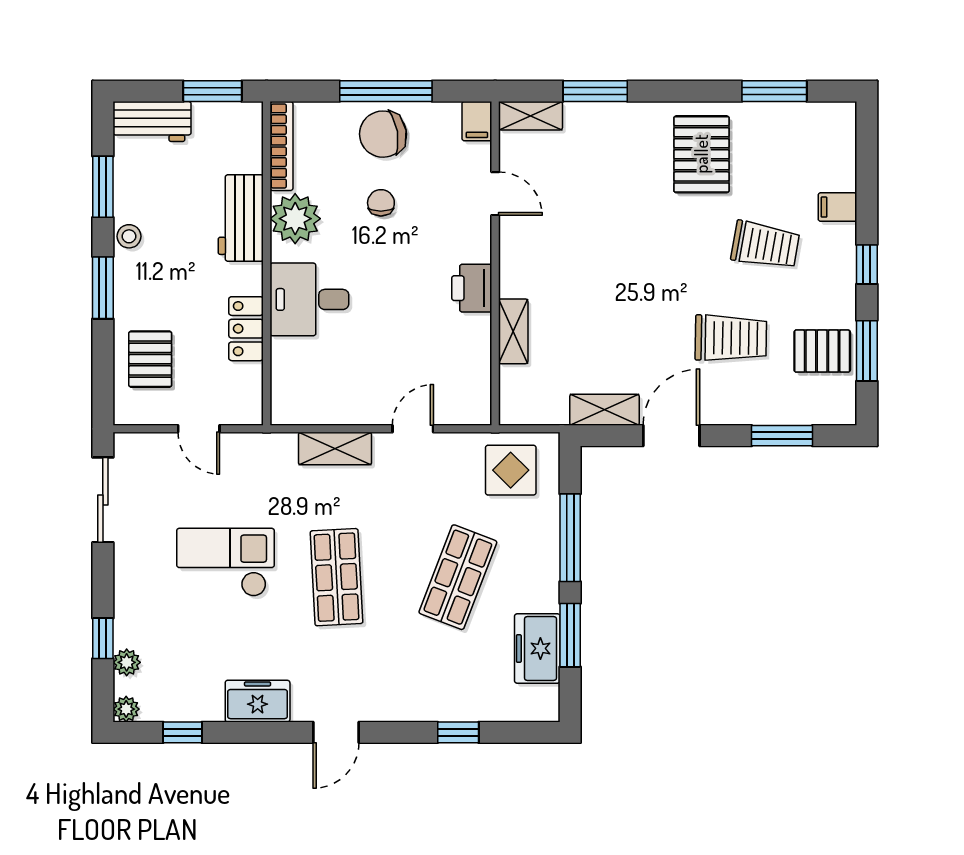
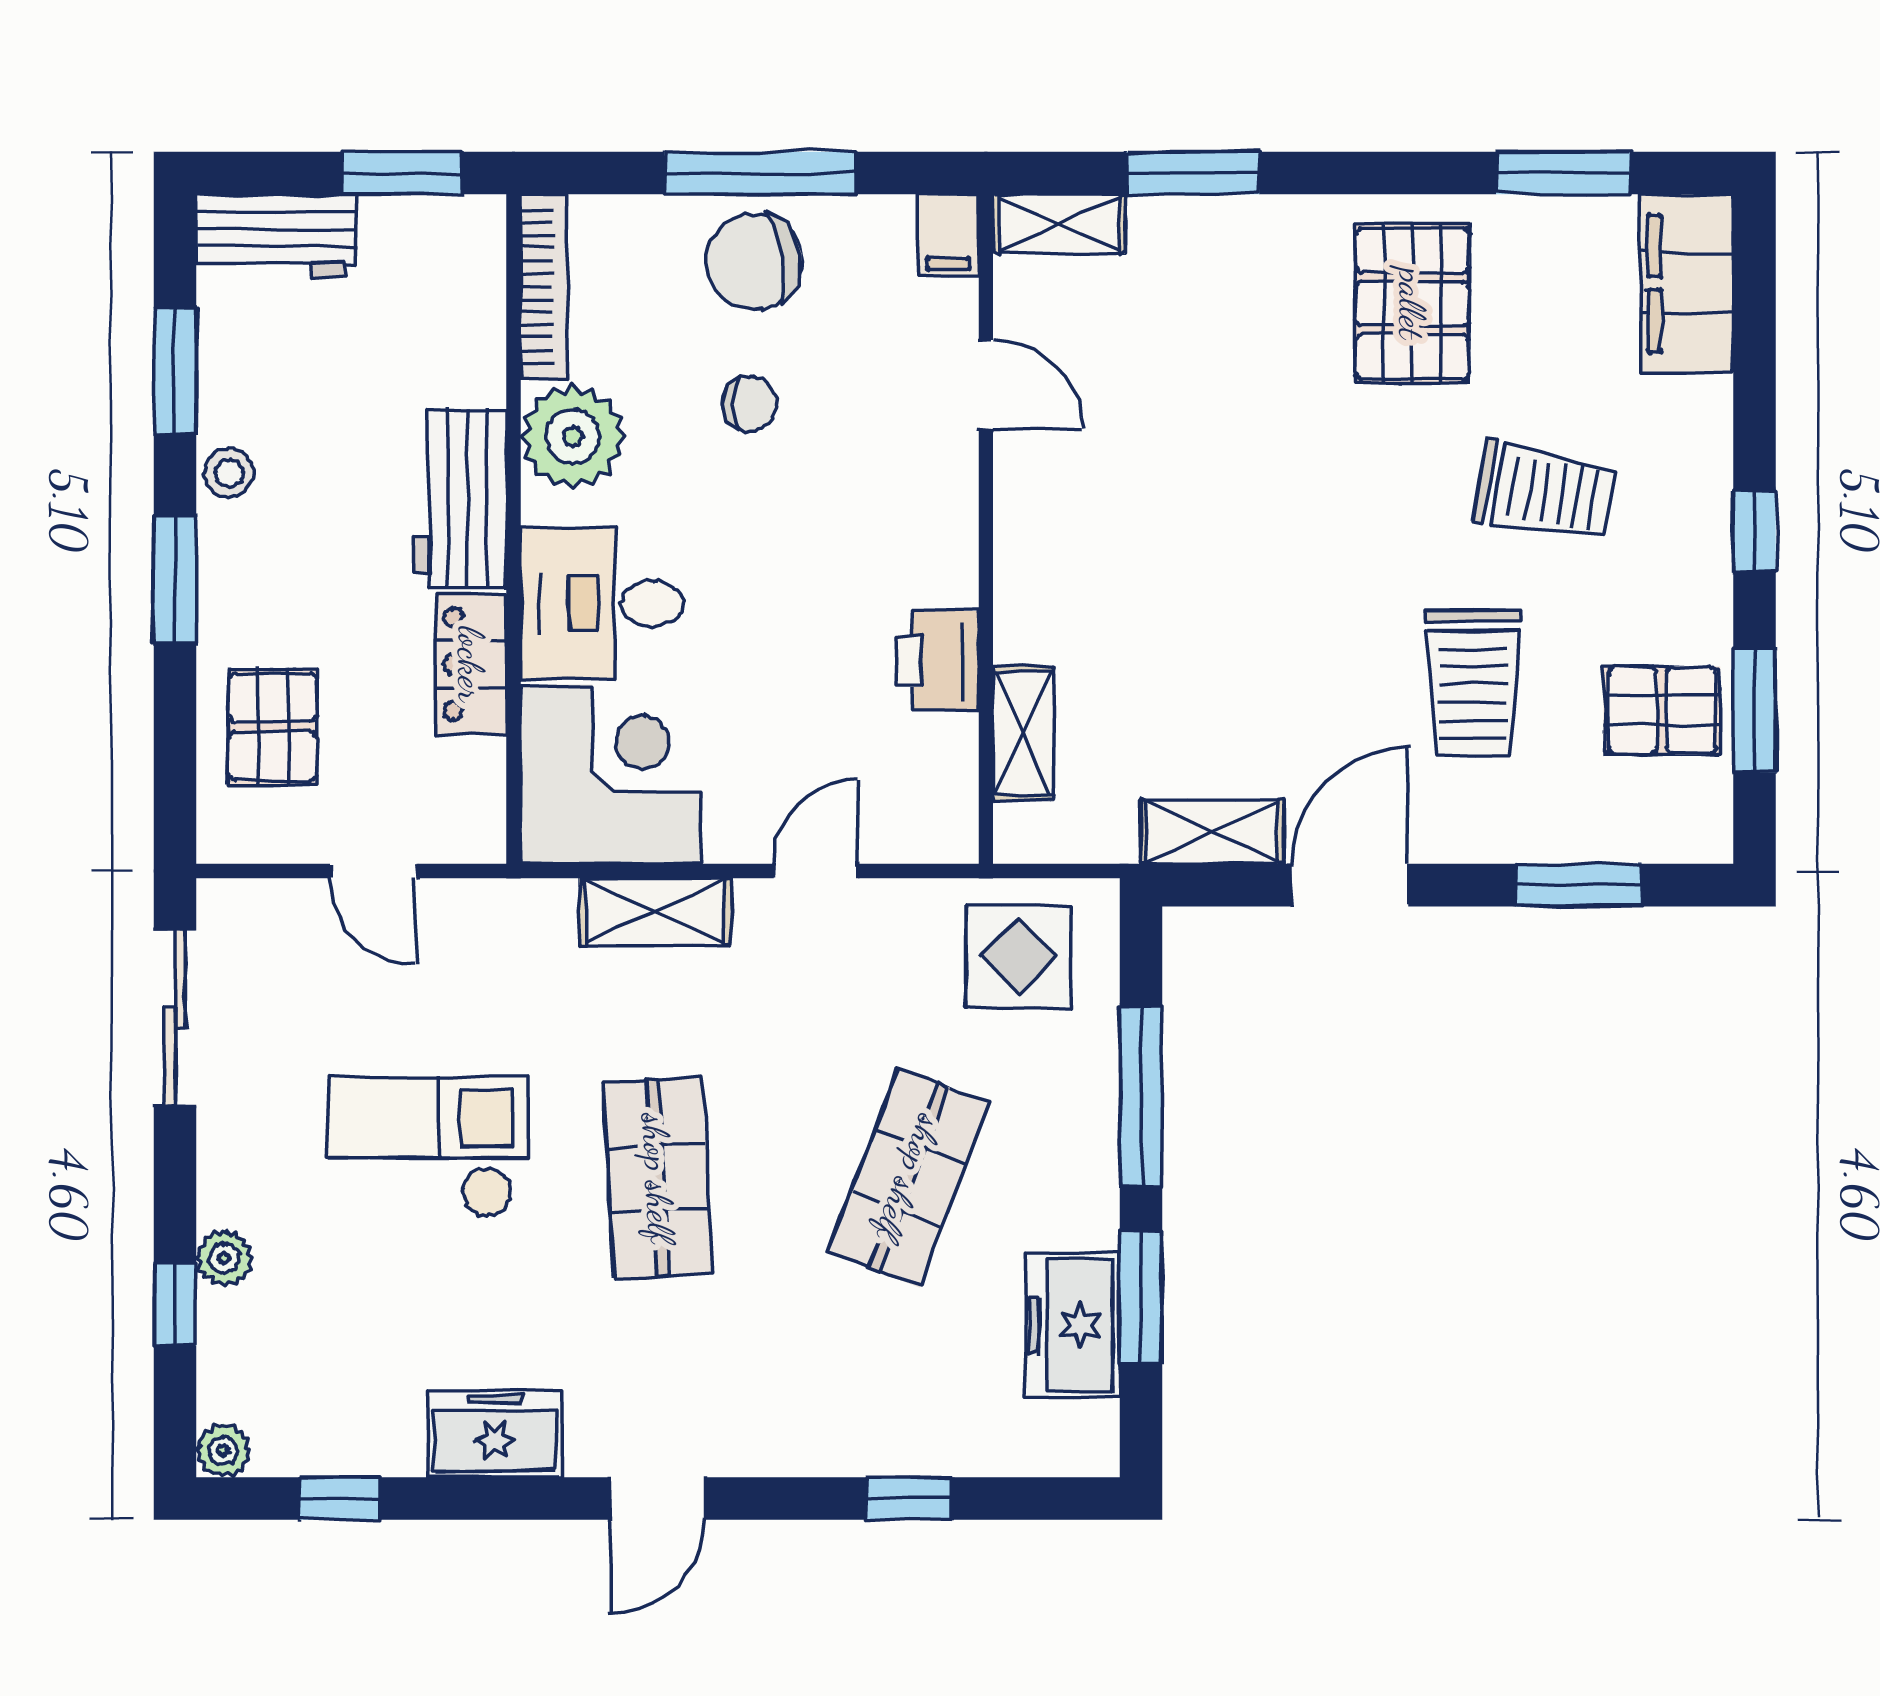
chair: (381, 203) -> (750, 404), turned 90
filing cabinet: (837, 207) -> (1687, 283), moved, width x3.00, depth x1.17
workbench: (241, 218) -> (460, 498), moved
printer: (472, 288) -> (938, 661), moved
shelving: (513, 331) -> (1023, 733), moved
trolley: (731, 338) -> (1473, 683), turned 89
corner desk: (313, 382) -> (610, 774), added
plant: (127, 662) -> (224, 1258), moved

